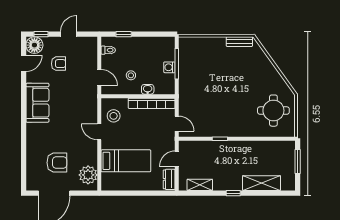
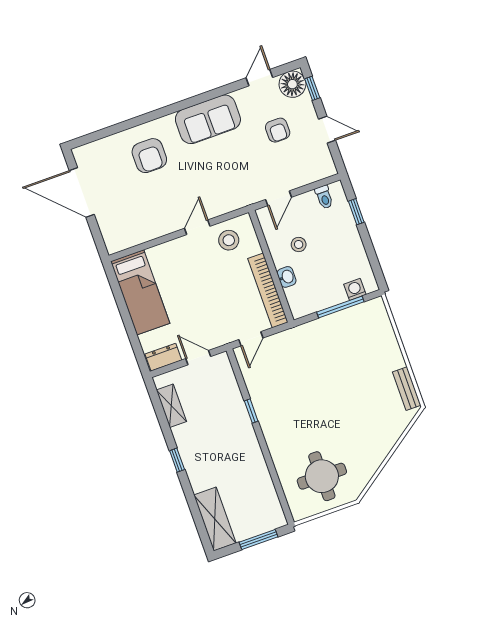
door: (24, 63) -> (259, 78), swing flipped
washing machine: (169, 67) -> (355, 289), moved
bed: (126, 161) -> (140, 292), moved
armchair: (57, 163) -> (149, 156), moved
plant: (88, 175) -> (127, 234), removed
shelving: (262, 183) -> (215, 519), moved

